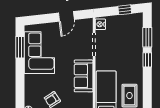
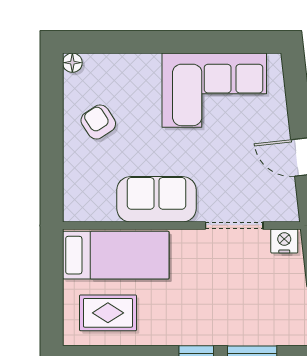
window: (20, 47) -> (228, 42), removed

